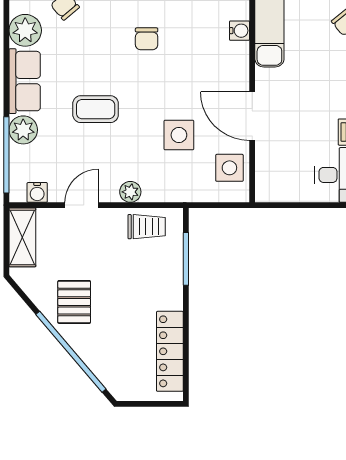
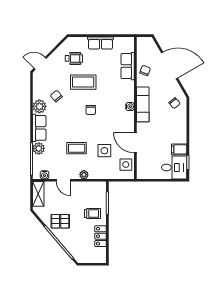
coffee table: (96, 109) -> (77, 148), moved
door: (82, 205) -> (63, 180), swing flipped
trolley: (147, 227) -> (93, 213), moved
pallet: (74, 302) -> (60, 221), turned 90
locker: (170, 351) -> (101, 236), width x0.66

